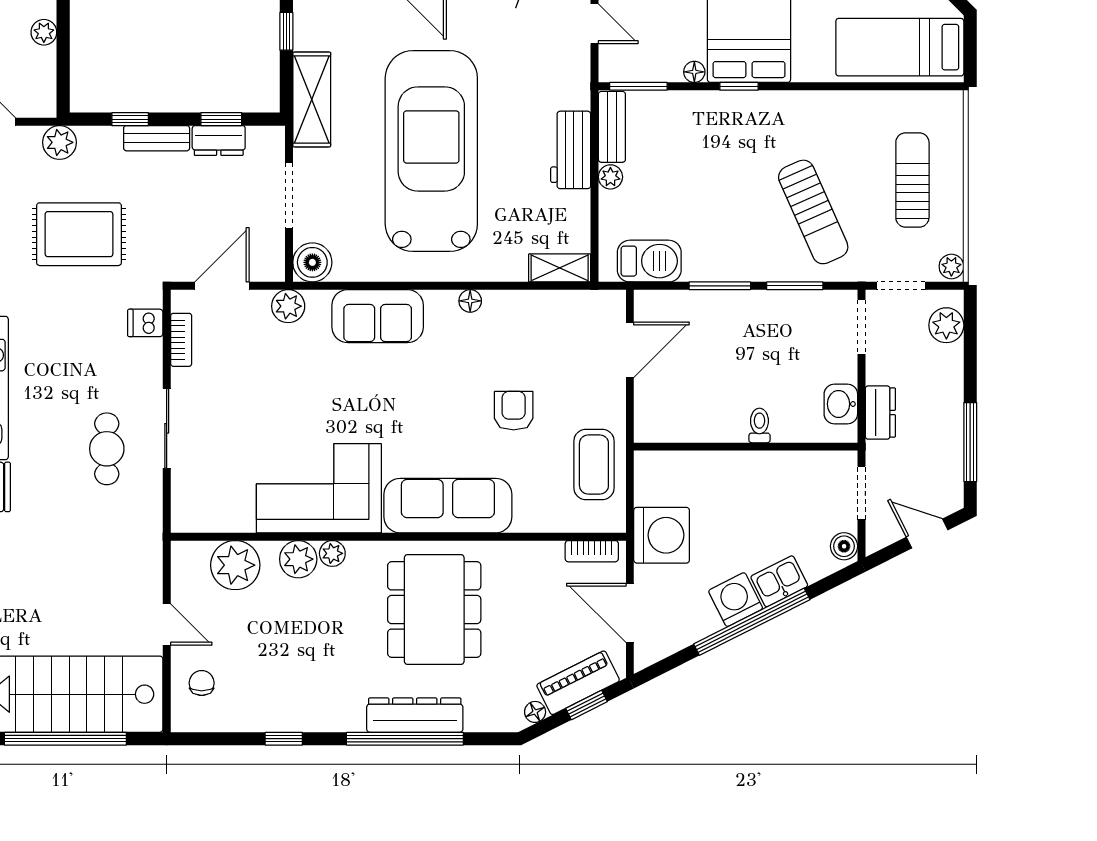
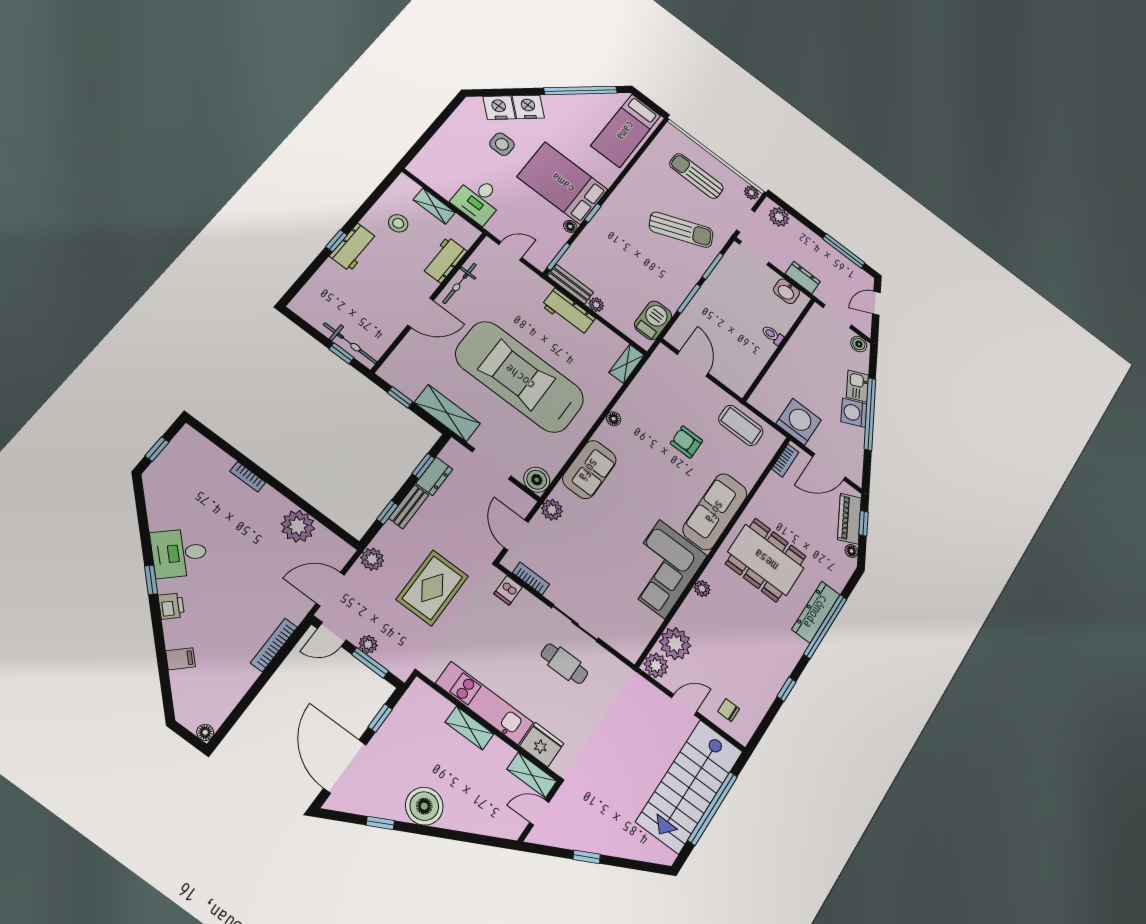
plant: (44, 32) -> (298, 526), width x1.87, depth x1.87
plant: (298, 559) -> (656, 665), moved

